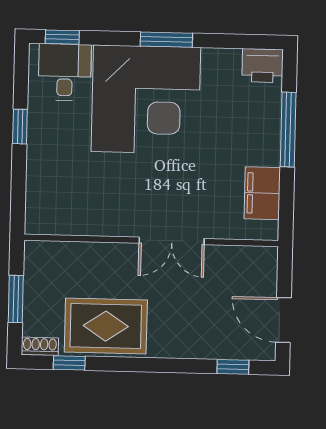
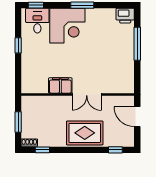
corner desk: (146, 99) -> (67, 26), width x0.74, depth x0.74
filing cabinet: (262, 193) -> (60, 85), moved, turned 90
door: (283, 320) -> (137, 117), moved
rug: (106, 326) -> (85, 133), moved

